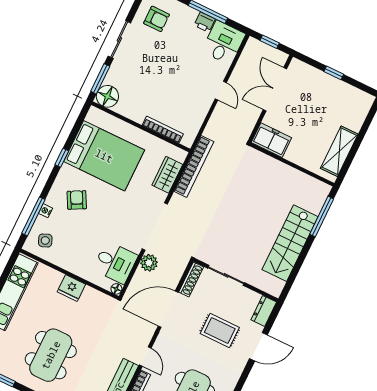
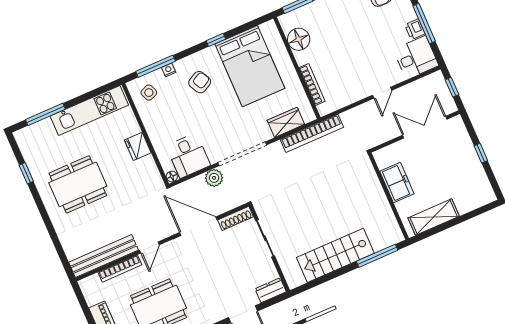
floor lamp: (107, 96) -> (299, 39), moved
freezer: (271, 140) -> (397, 183), moved
rug: (220, 331) -> (224, 276), removed

